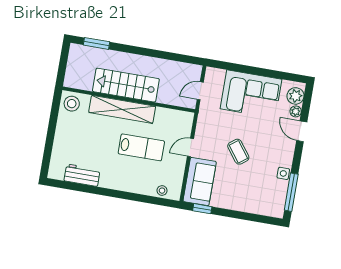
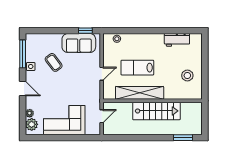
stool: (72, 104) -> (187, 75), moved
shelving: (122, 109) -> (140, 93), moved
door: (302, 131) -> (23, 89), moved
coffee table: (238, 152) -> (54, 62), moved
sofa: (200, 181) -> (79, 43), moved, turned -90

